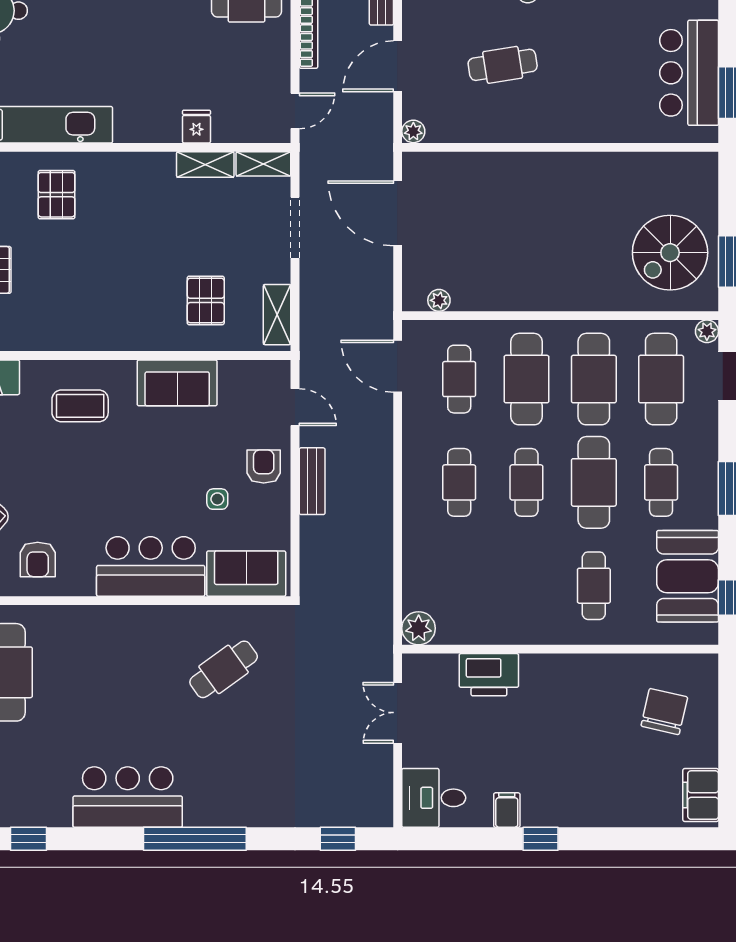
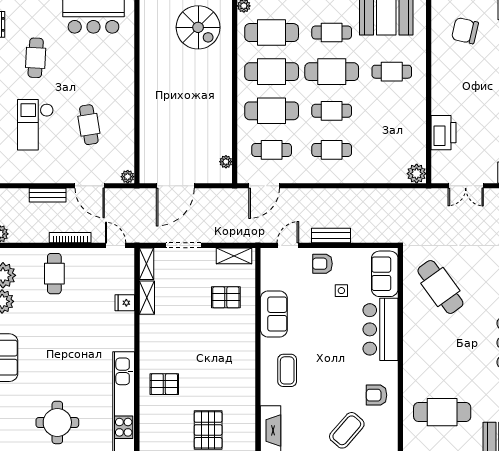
armchair: (38, 559) -> (376, 395), turned 180
cafe table: (224, 669) -> (440, 287), width x1.37, depth x1.35

